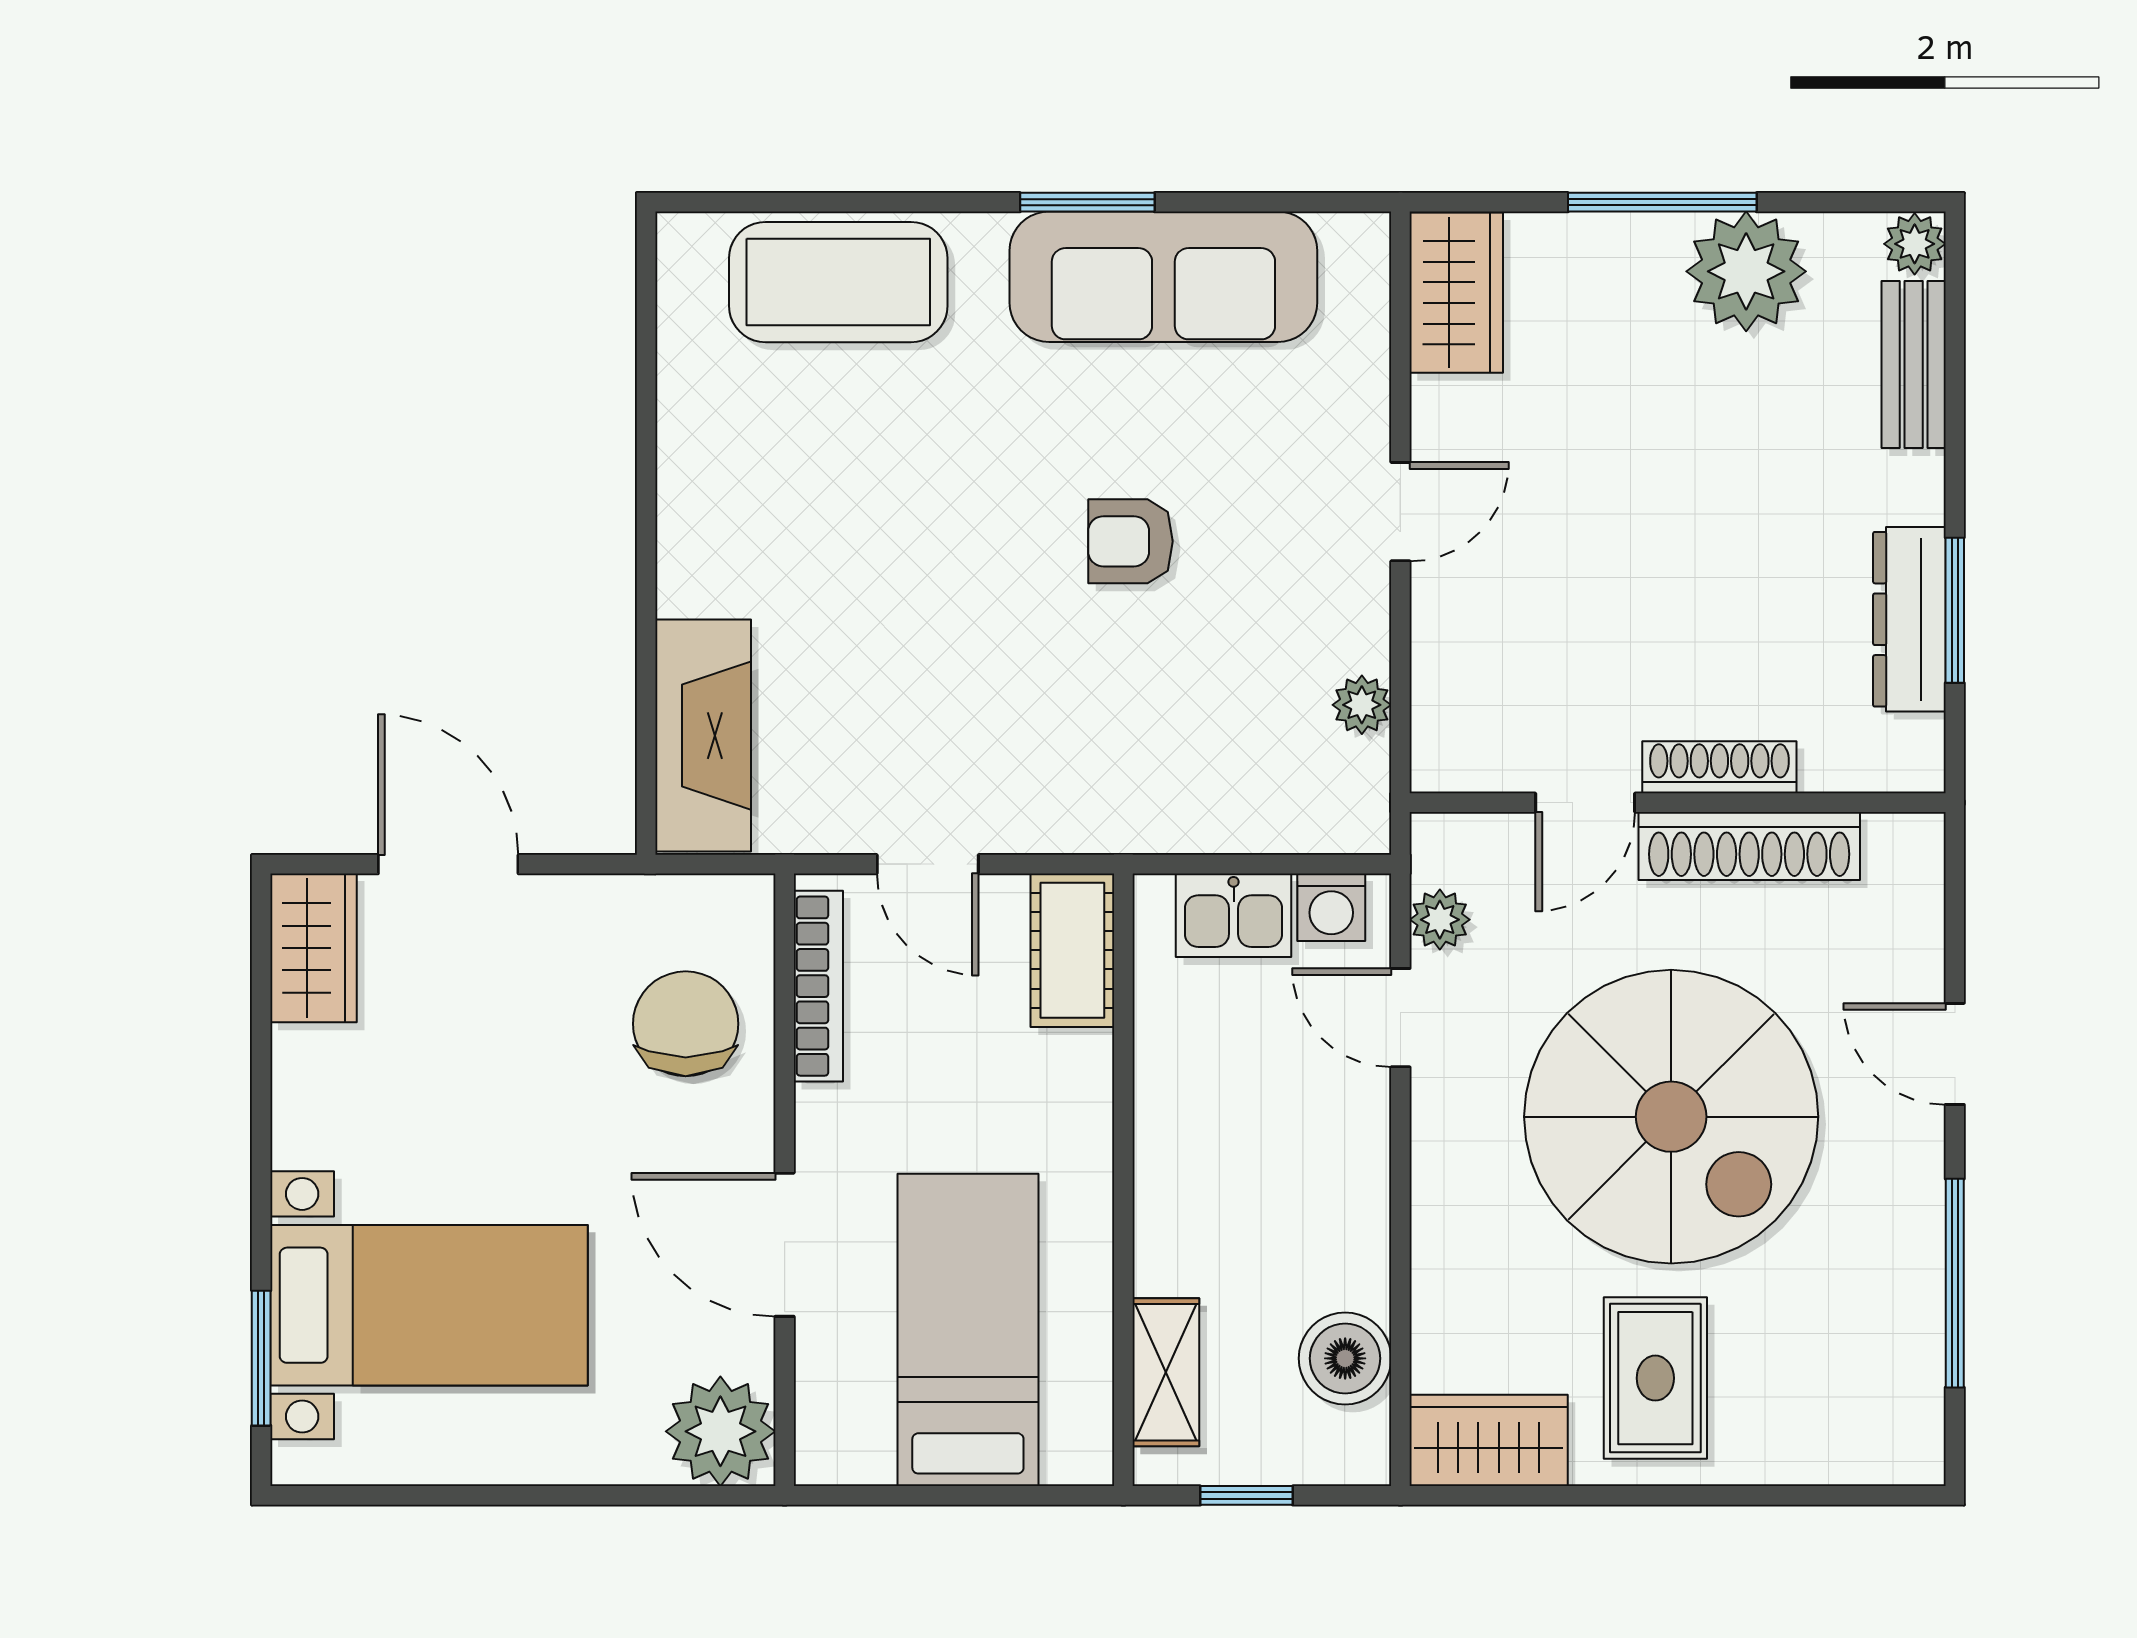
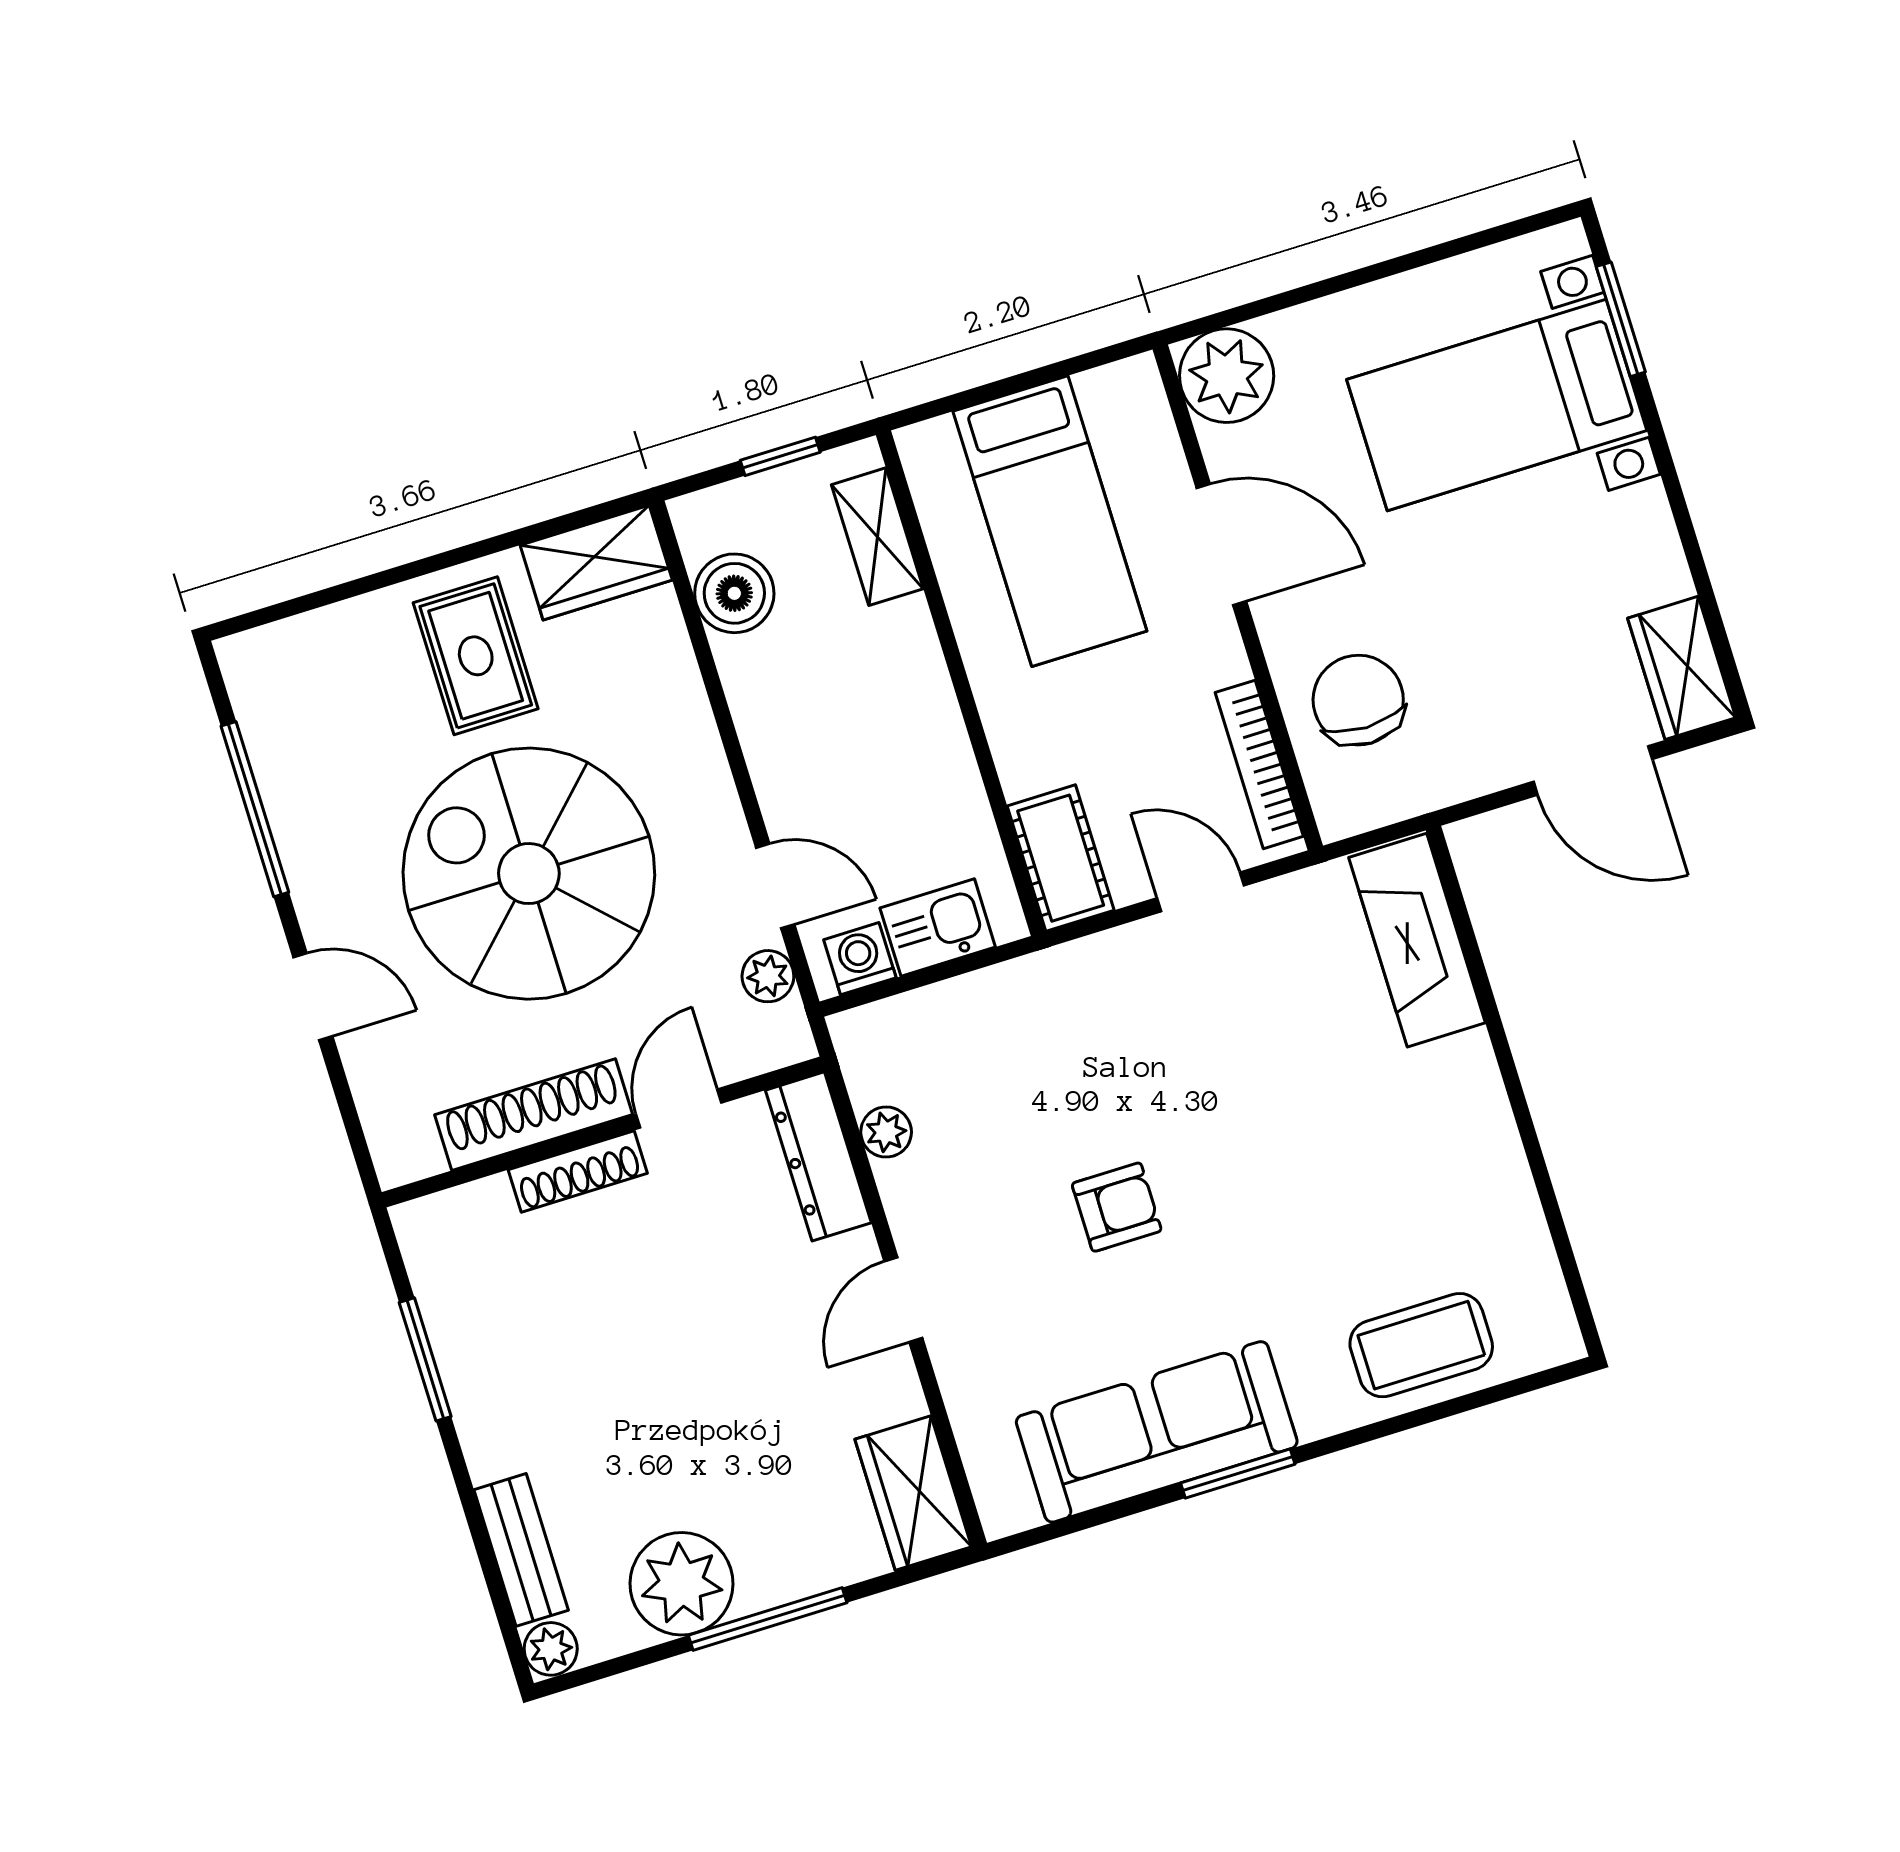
coffee table: (838, 282) -> (1421, 1345), width x0.73, depth x0.76
dresser: (1909, 619) -> (818, 1156), moved, turned 180
chair: (686, 1024) -> (1358, 700), turned 180

